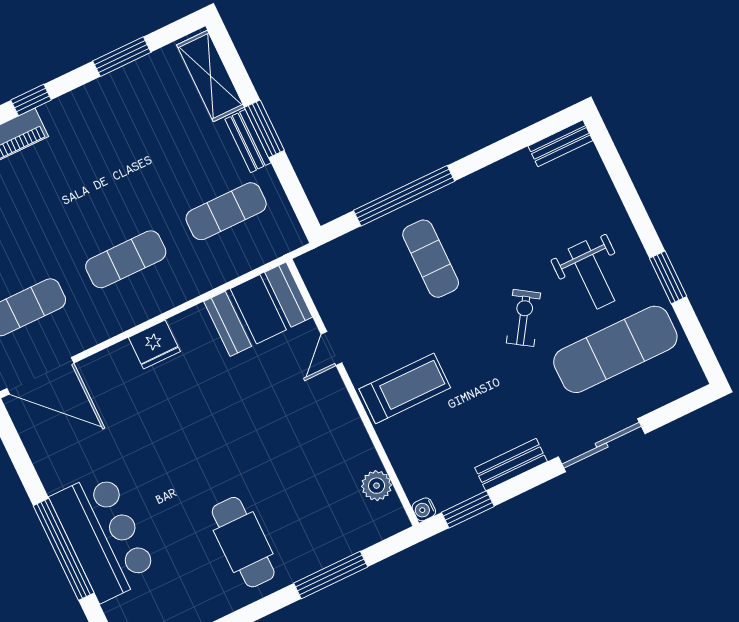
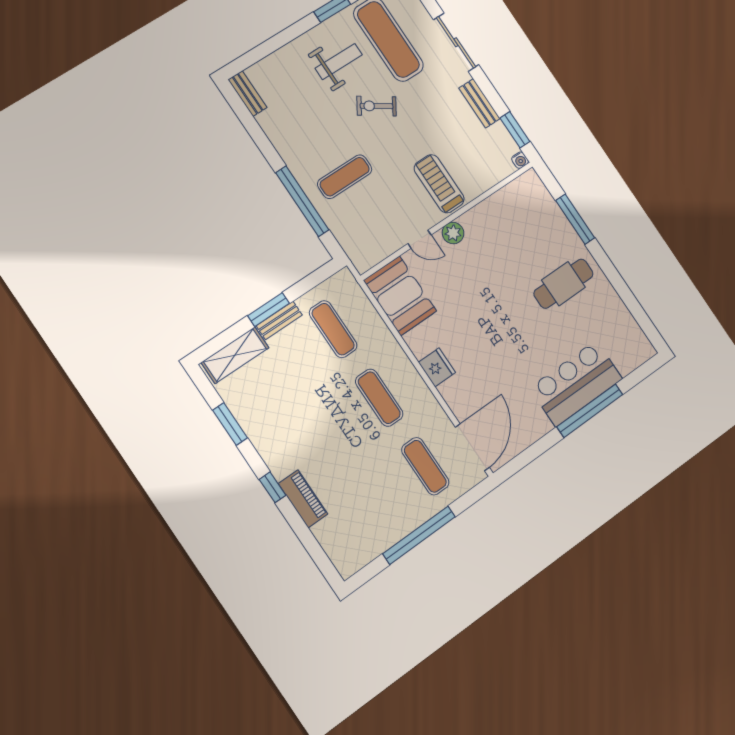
plant: (377, 486) -> (453, 233), moved

